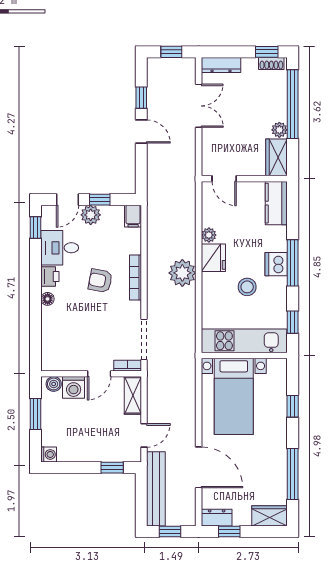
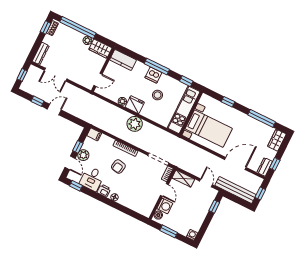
double door: (199, 106) -> (56, 75), swing flipped

